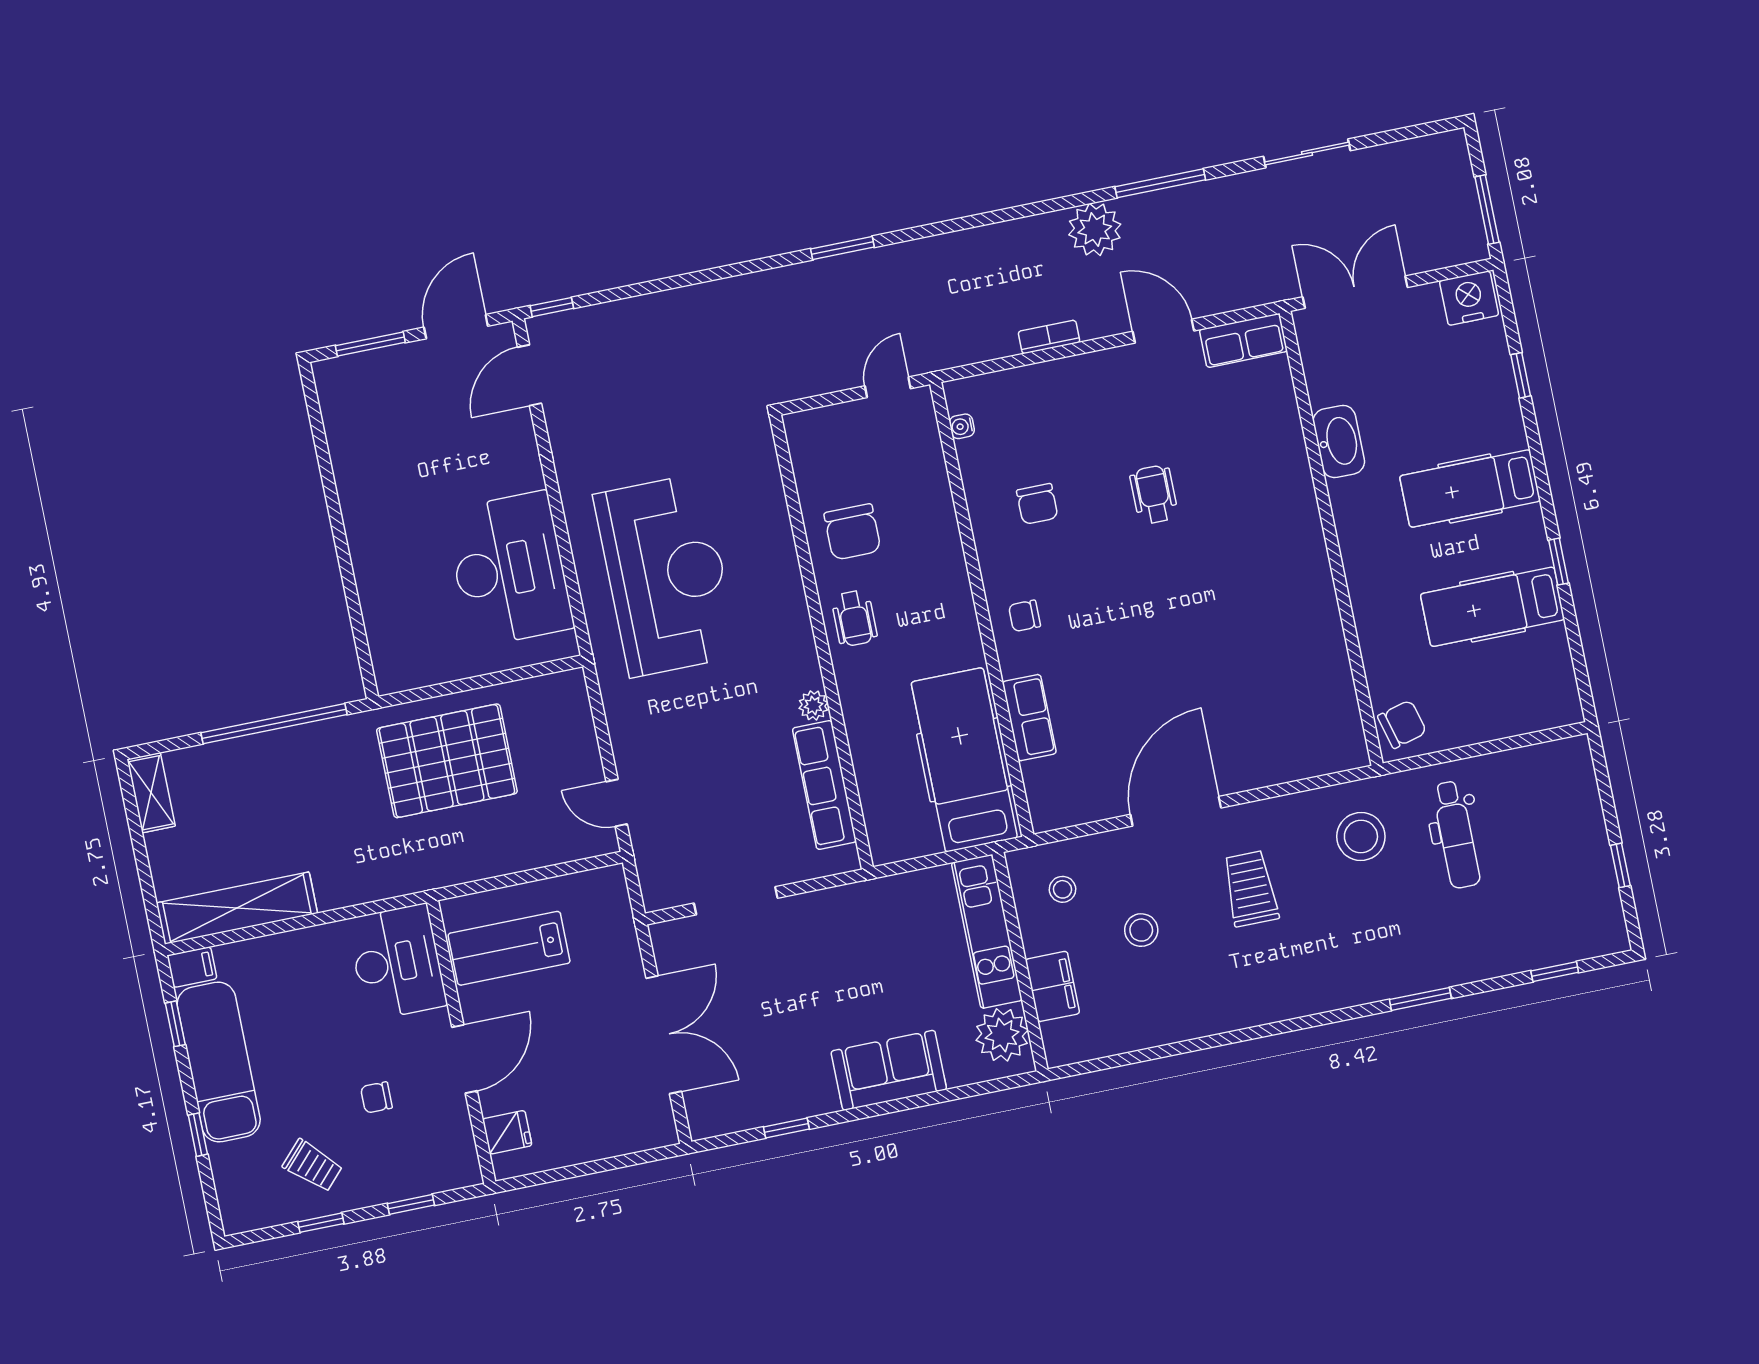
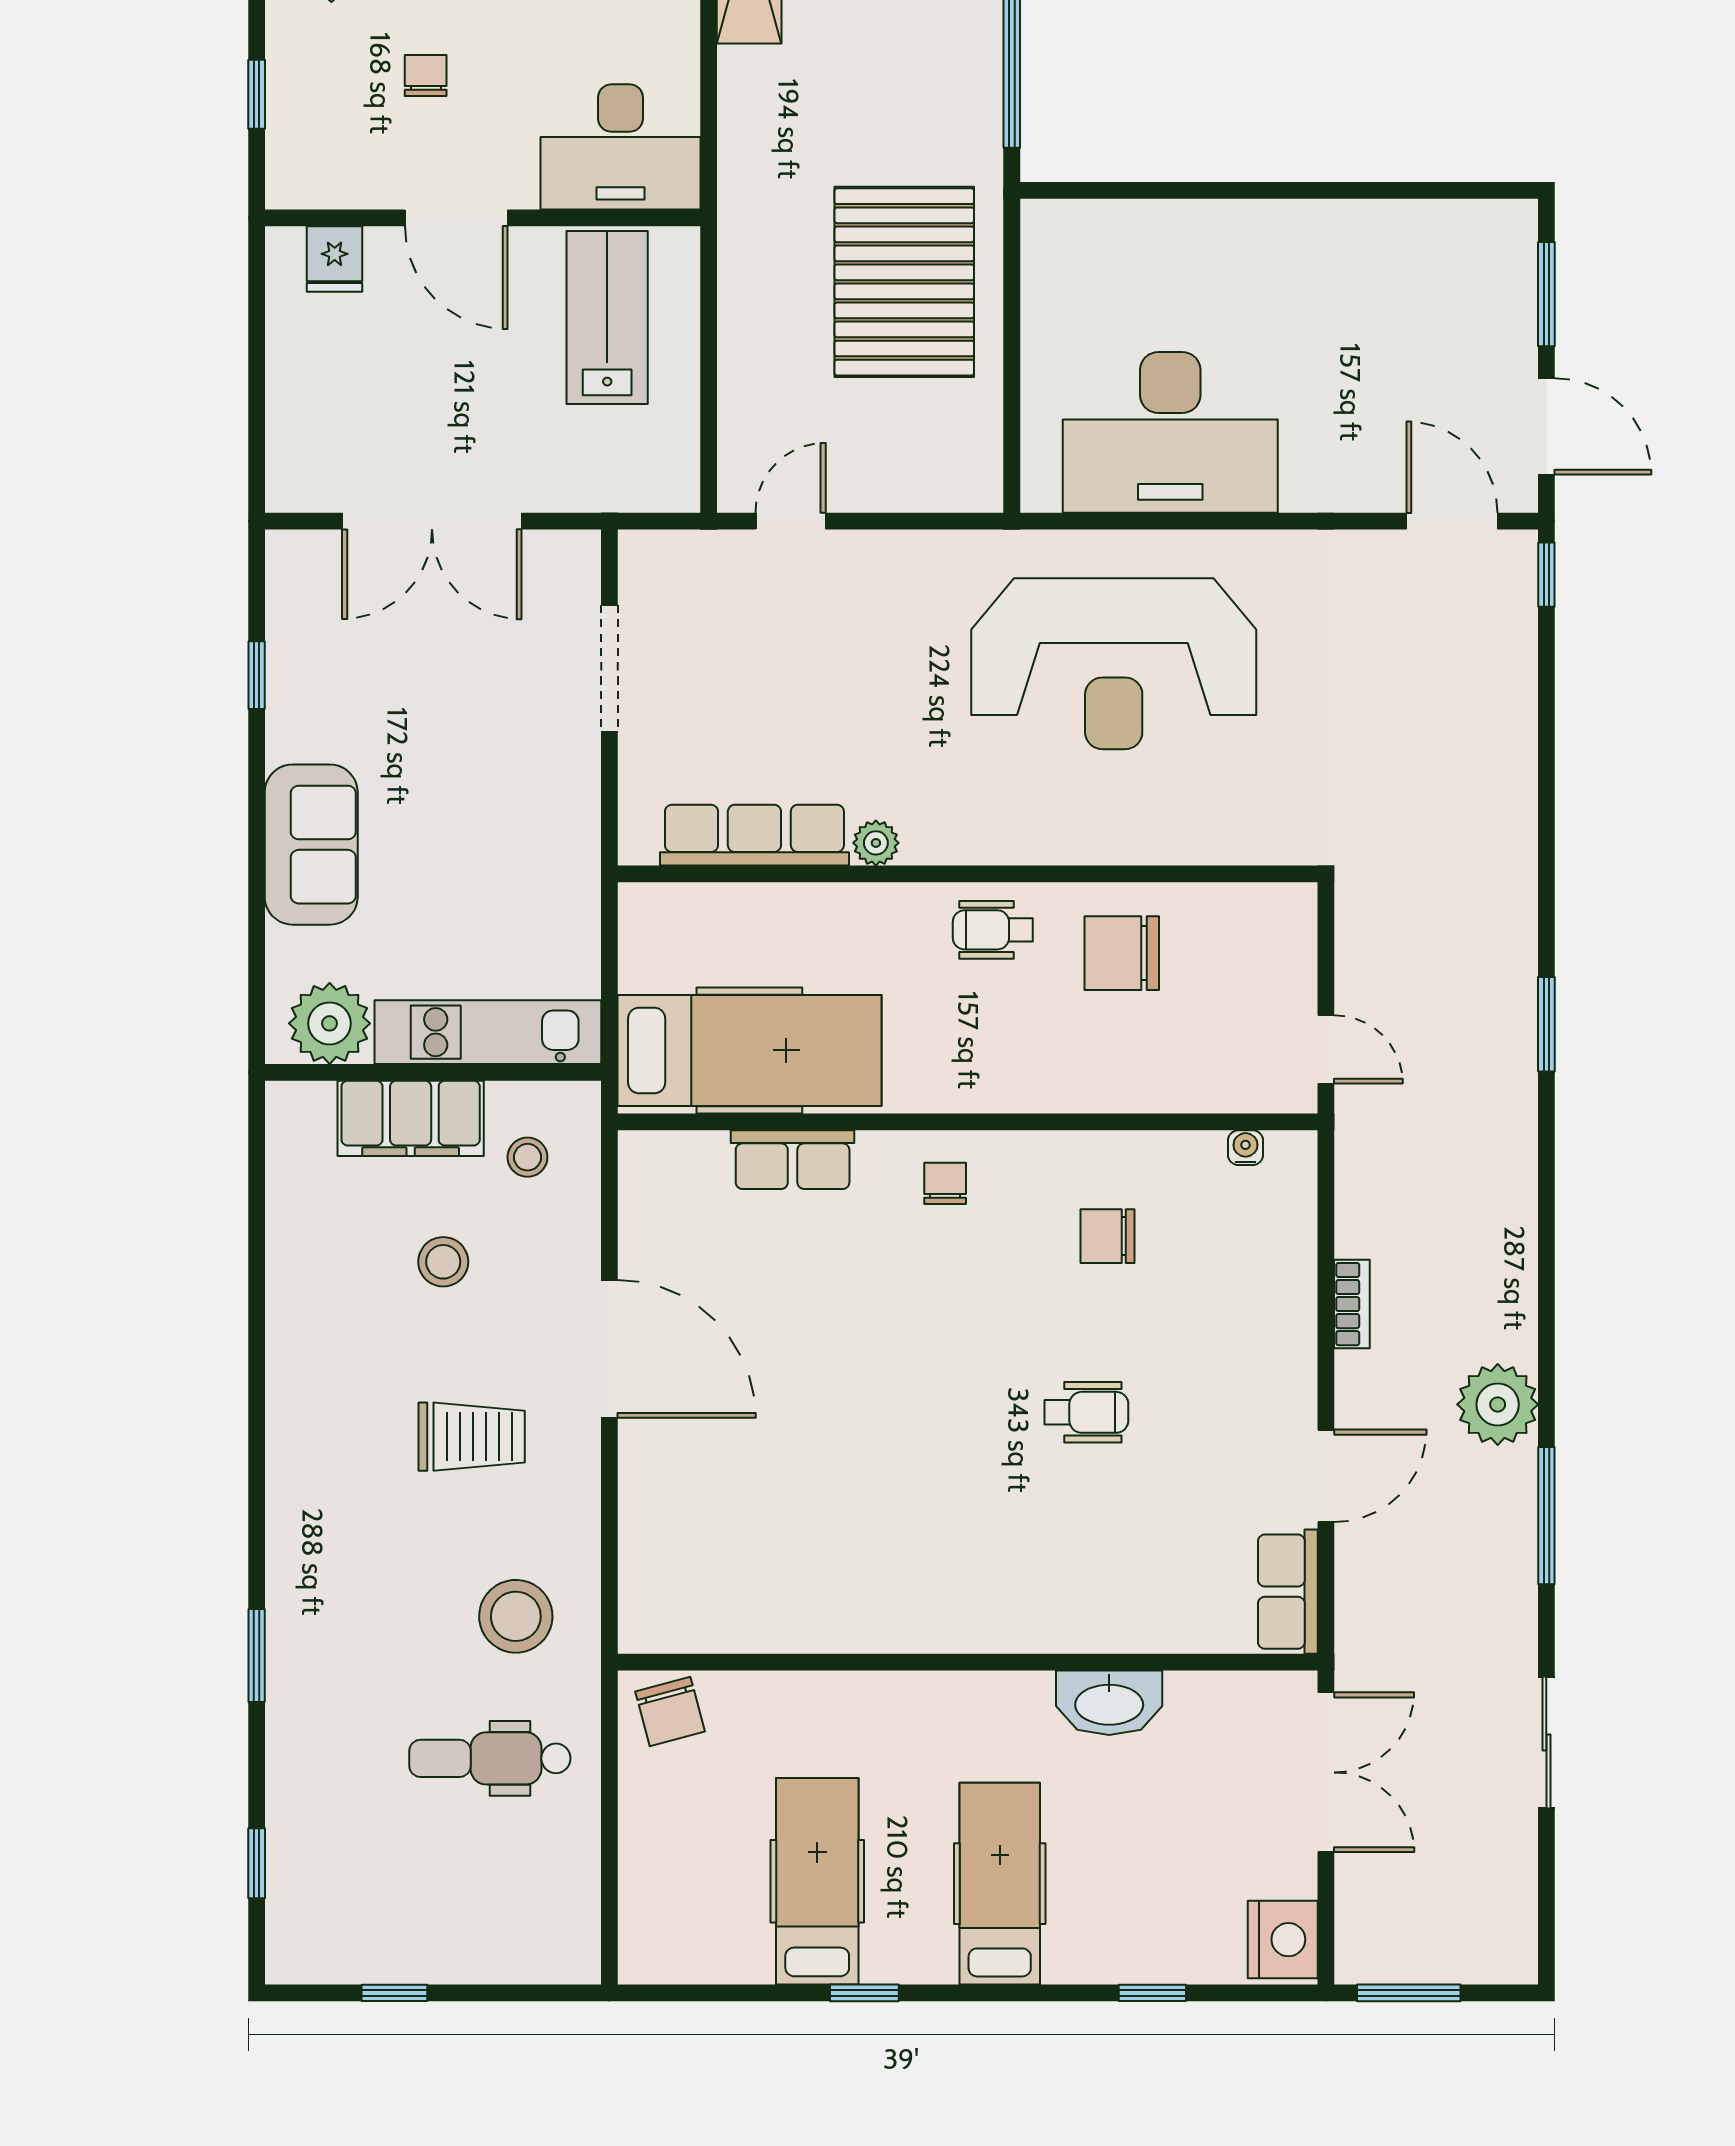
filing cabinet: (1052, 986) -> (411, 1118), width x1.50, depth x1.17

